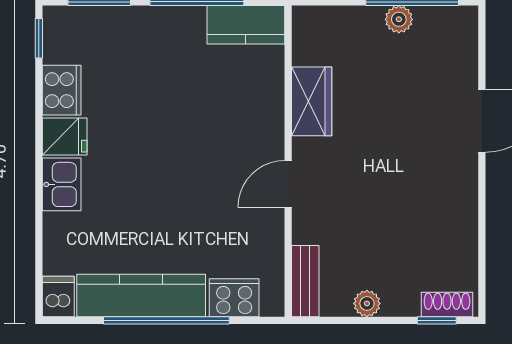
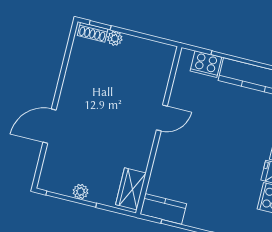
wardrobe: (312, 101) -> (131, 189), moved
bench: (305, 281) -> (166, 64), removed
plant: (367, 303) -> (115, 38), moved

